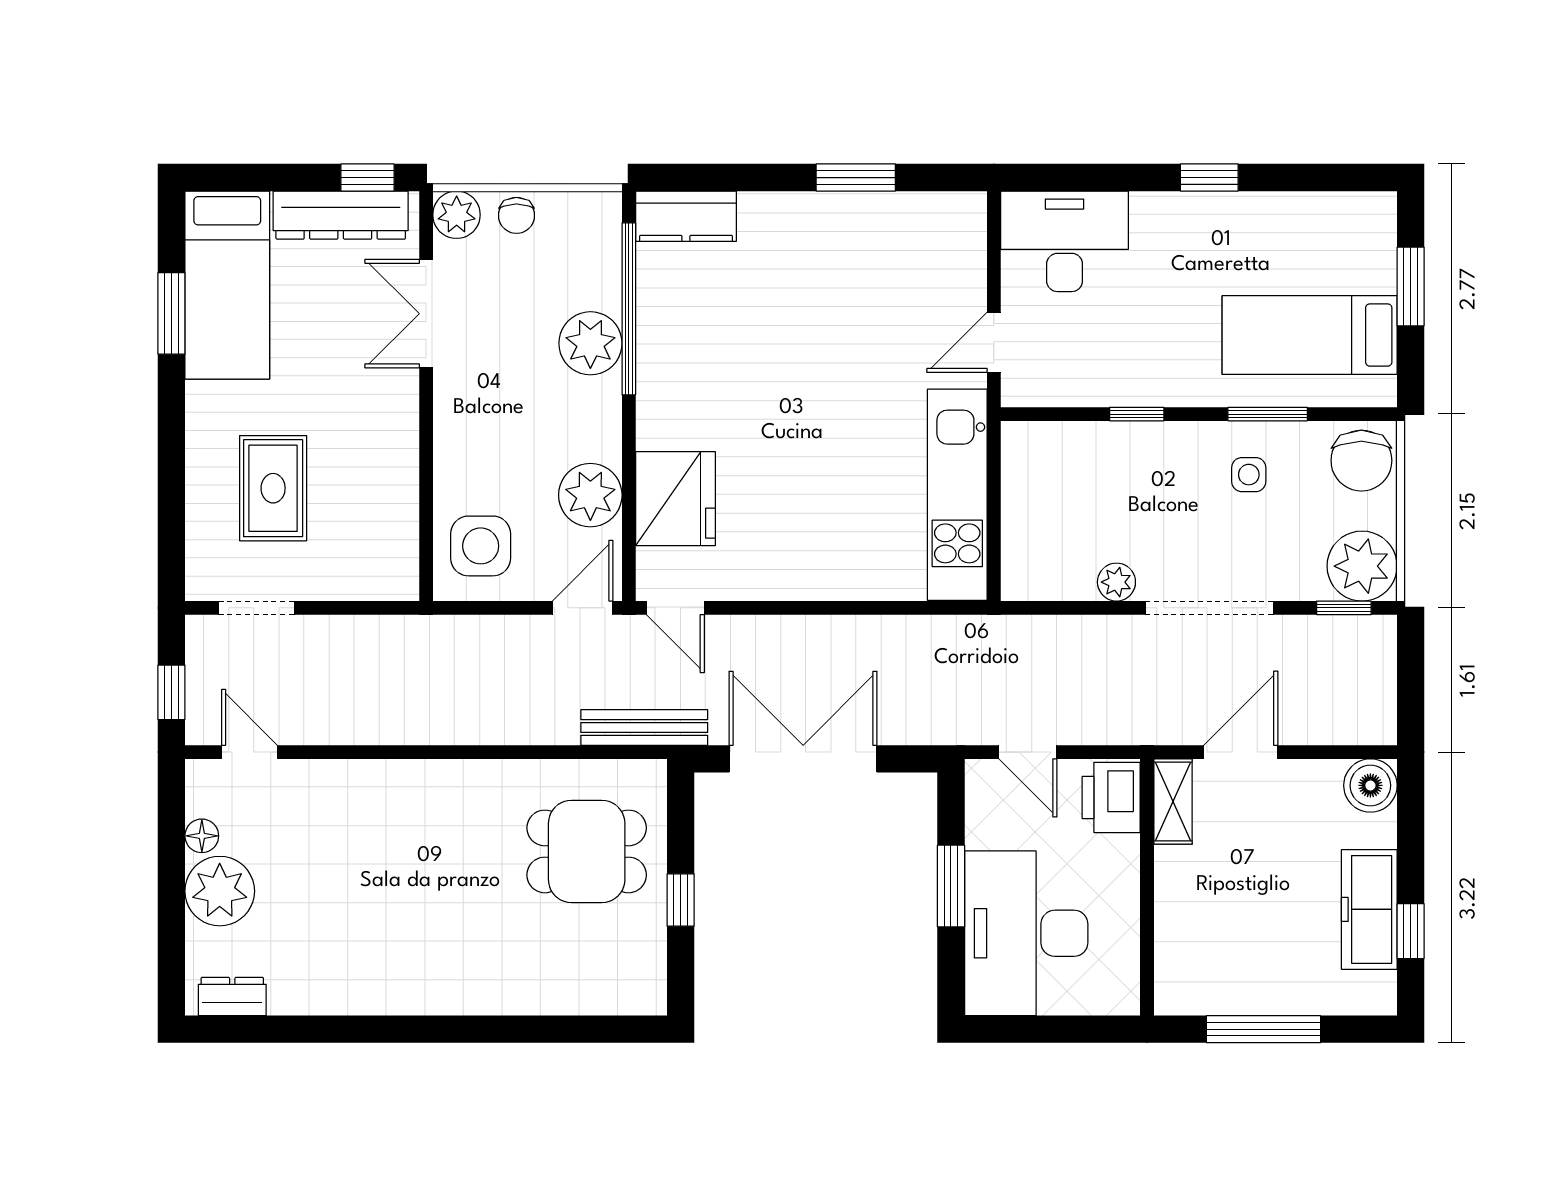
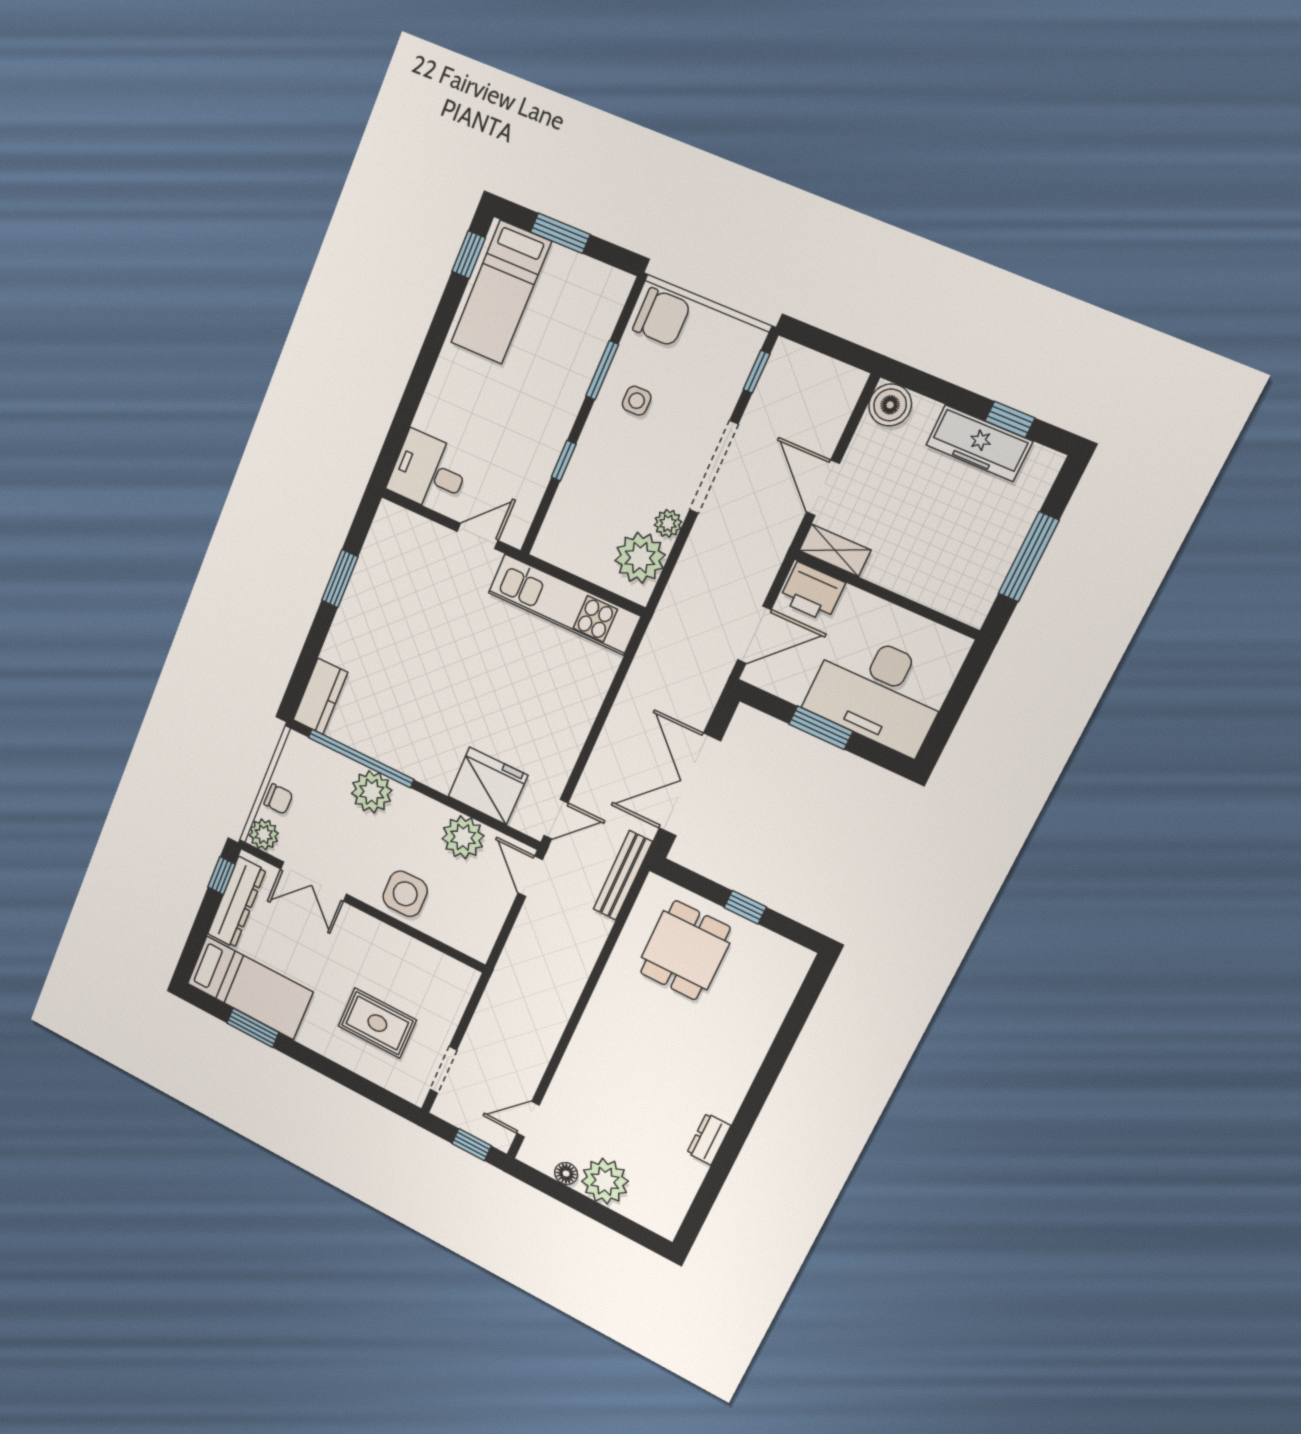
window: (1209, 178) -> (469, 255), moved
desk: (1065, 241) -> (429, 472), width x0.73
bed: (1310, 335) -> (501, 292), moved
door: (994, 342) -> (478, 536), swing flipped
side table: (481, 546) -> (405, 894), moved
plant: (1362, 566) -> (640, 558), moved
door: (1028, 752) -> (754, 635), width x1.38
dresser: (232, 997) -> (709, 1139), moved

